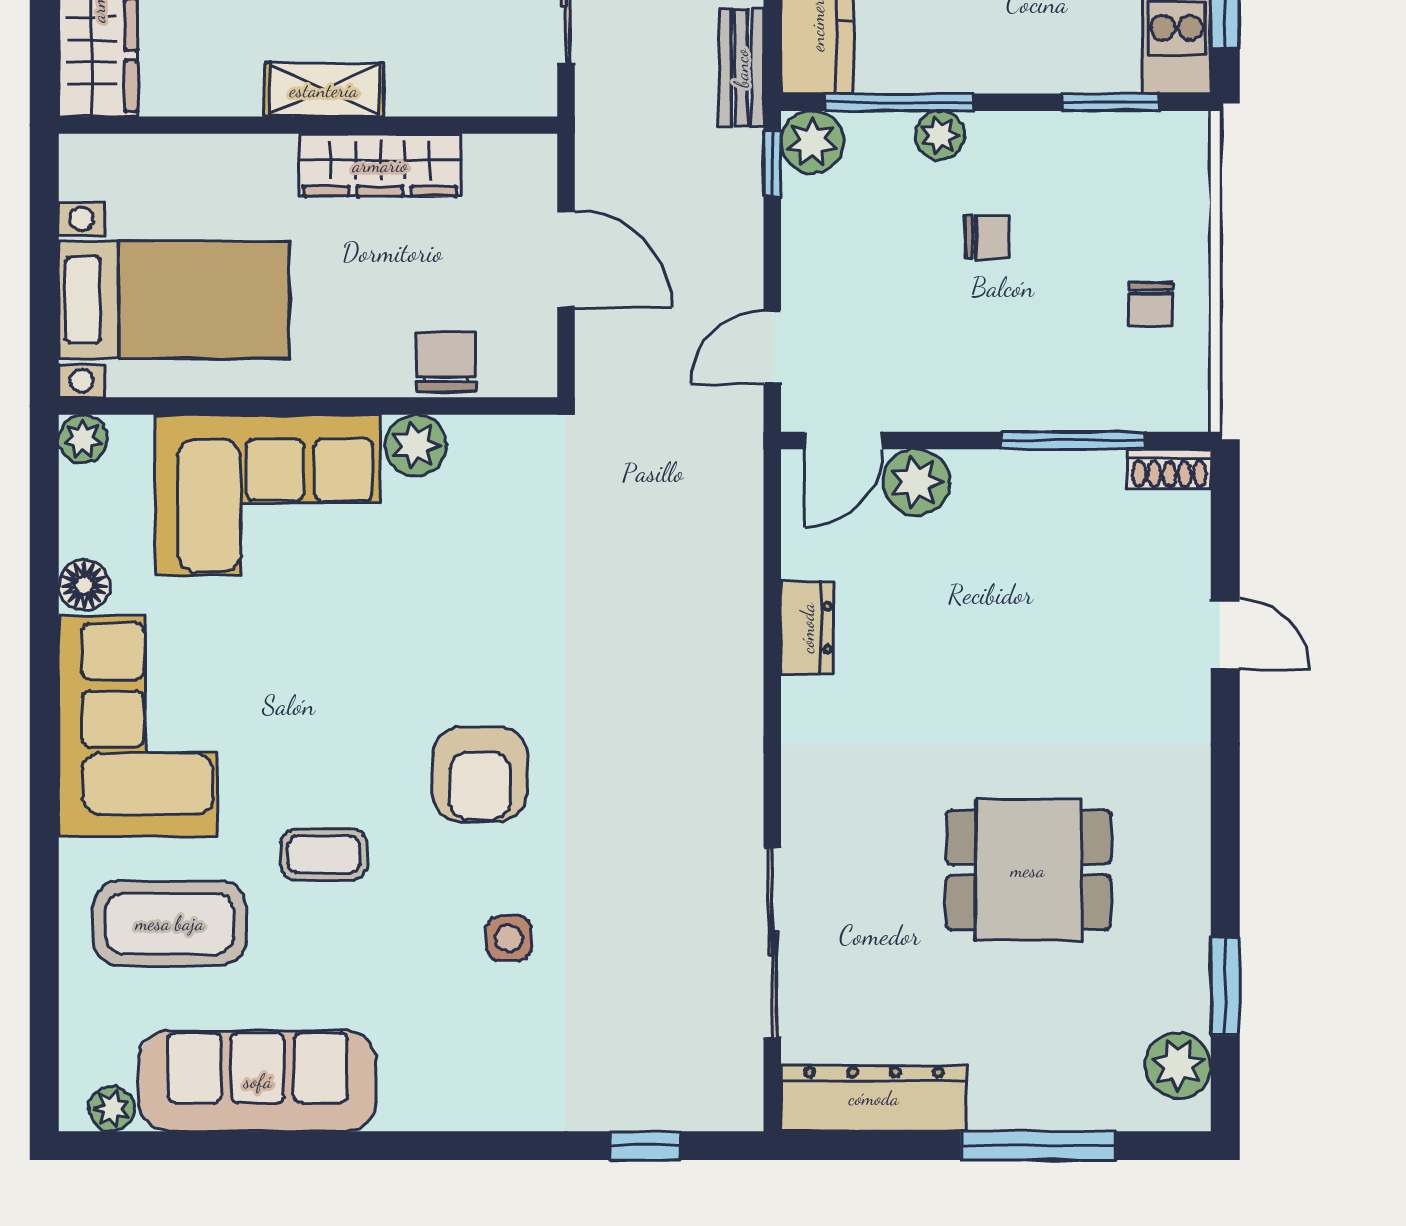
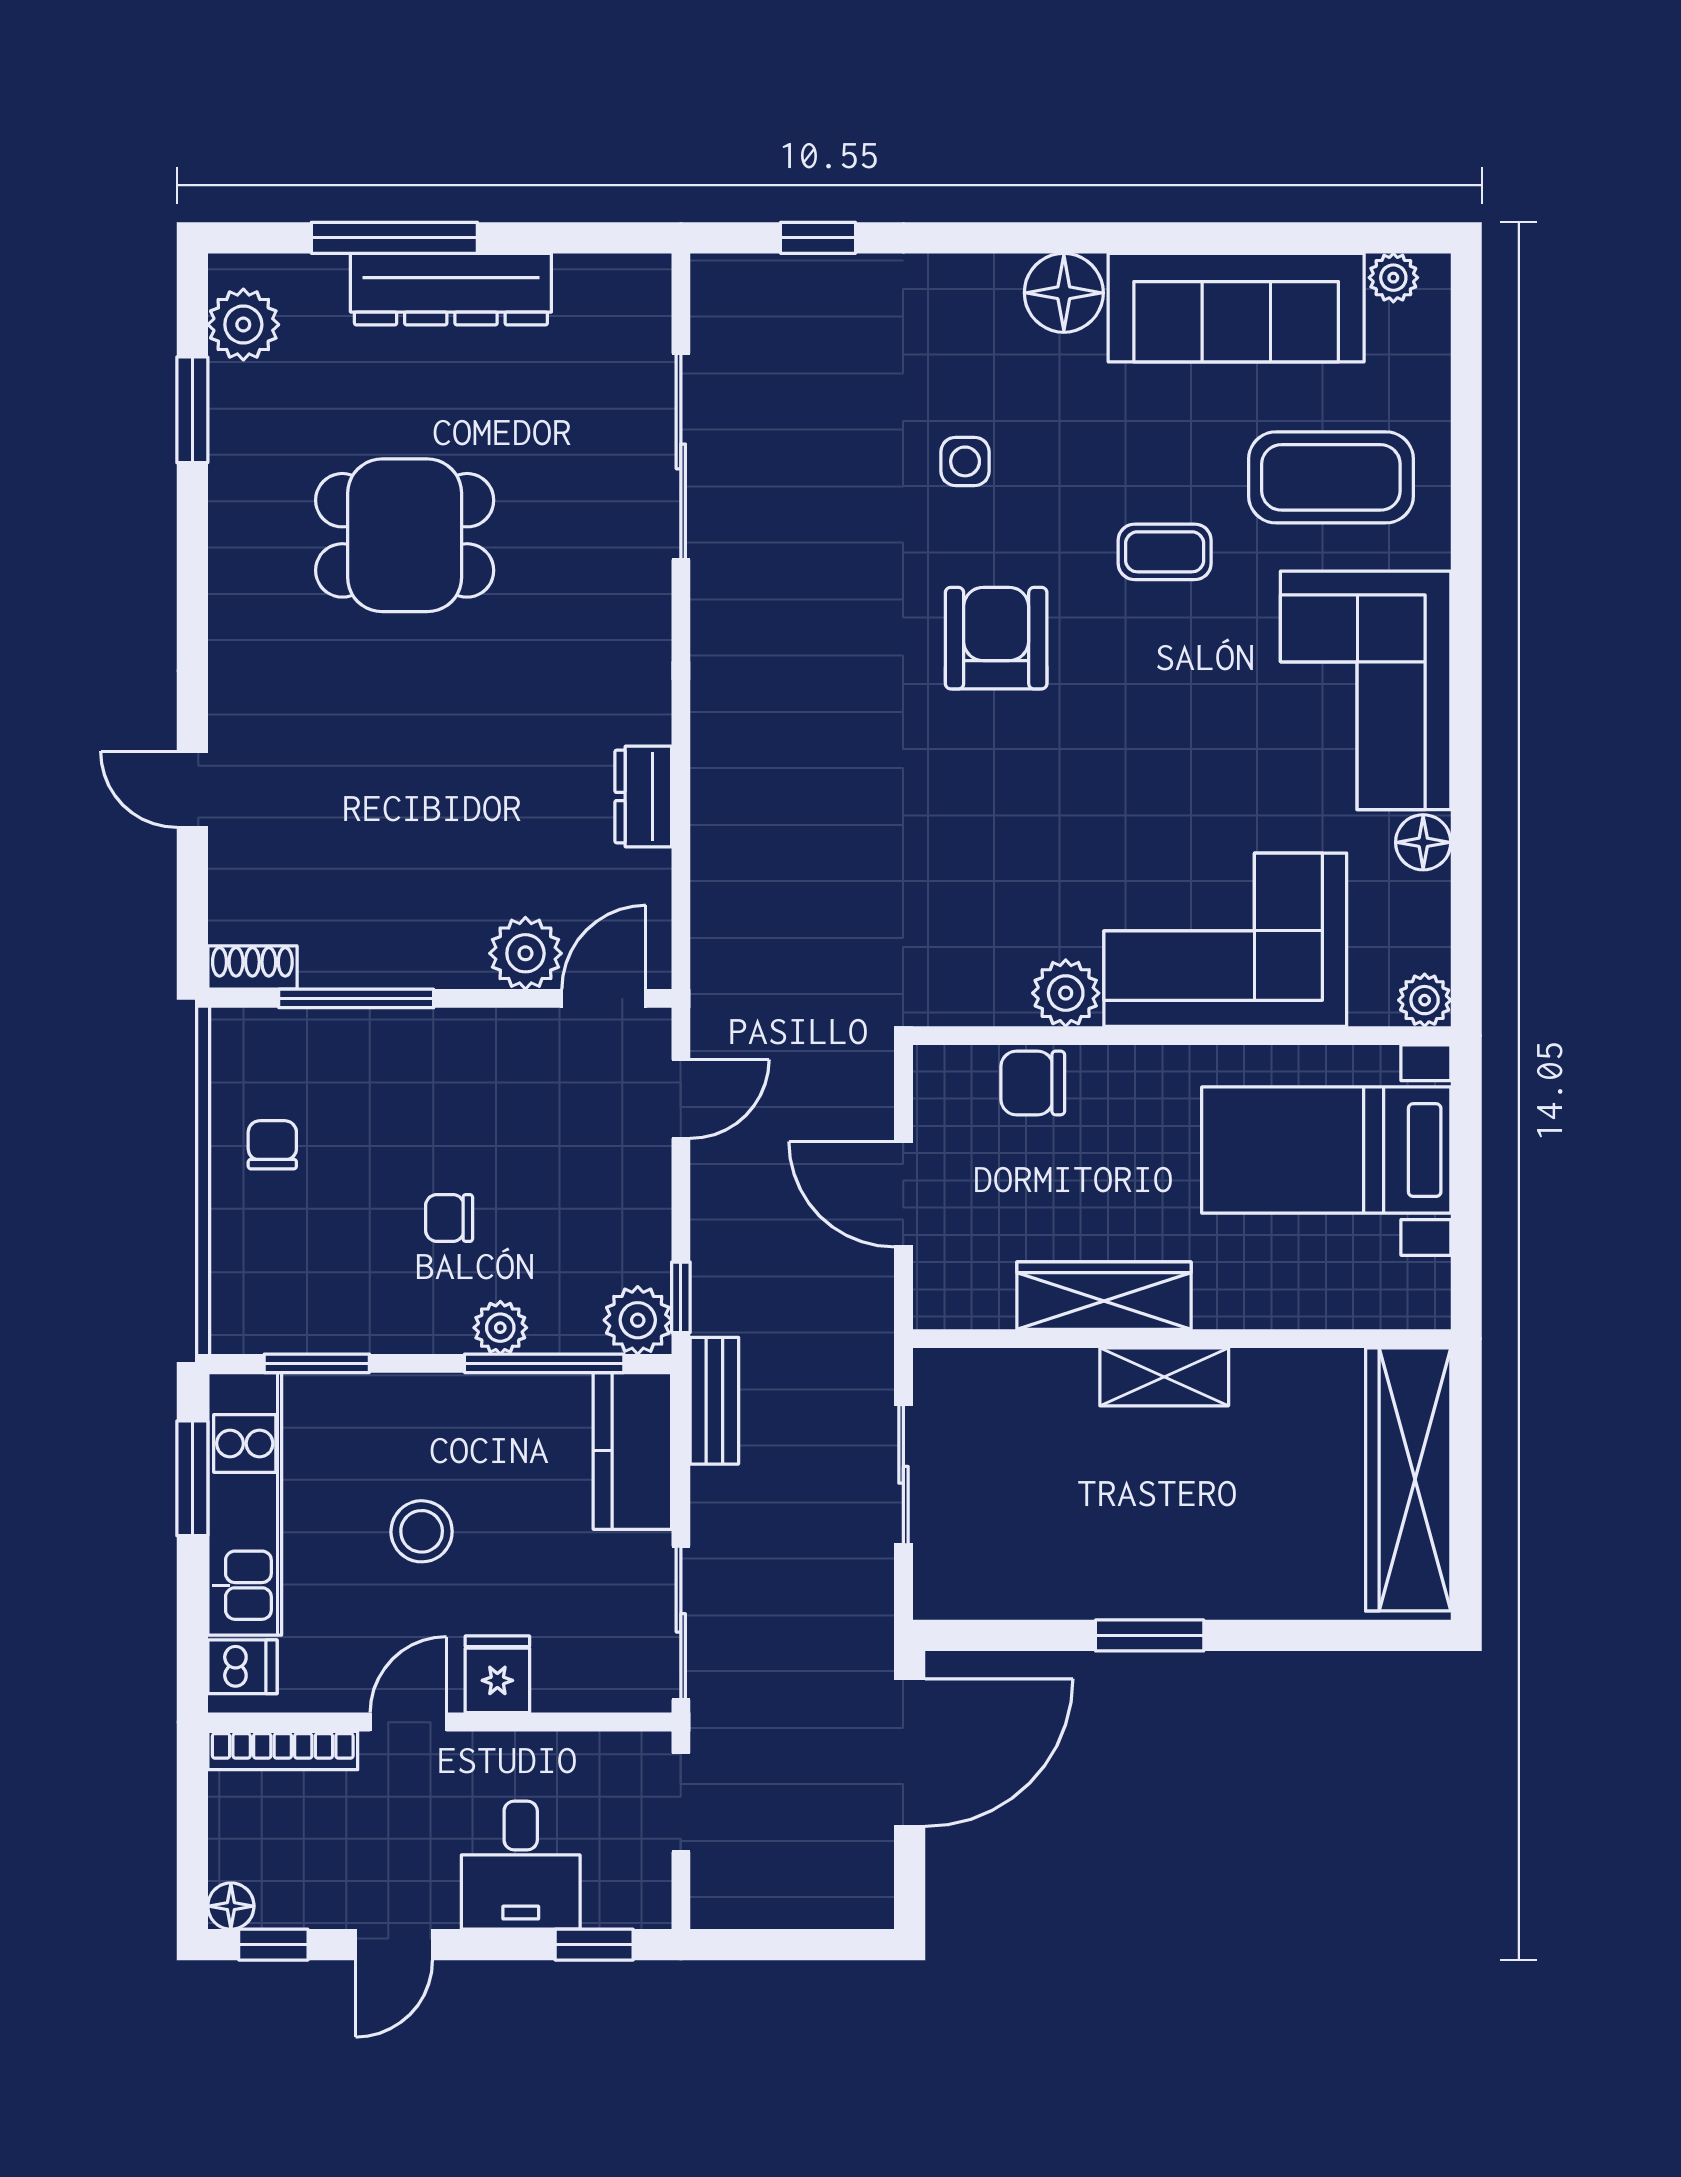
chair: (446, 362) -> (1033, 1083), turned 90
floor lamp: (417, 1095) -> (1064, 293), added
dresser: (874, 1098) -> (451, 289), moved

